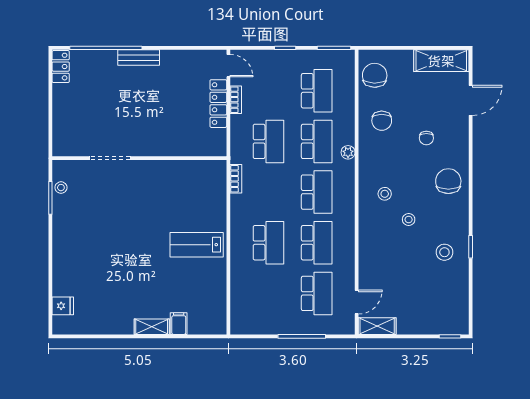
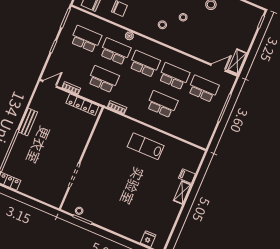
bench: (139, 58) -> (28, 122), moved
locker: (218, 104) -> (82, 105), moved
lab bench: (197, 245) -> (146, 146), turned 90
door: (357, 302) -> (218, 68), hinge flipped

